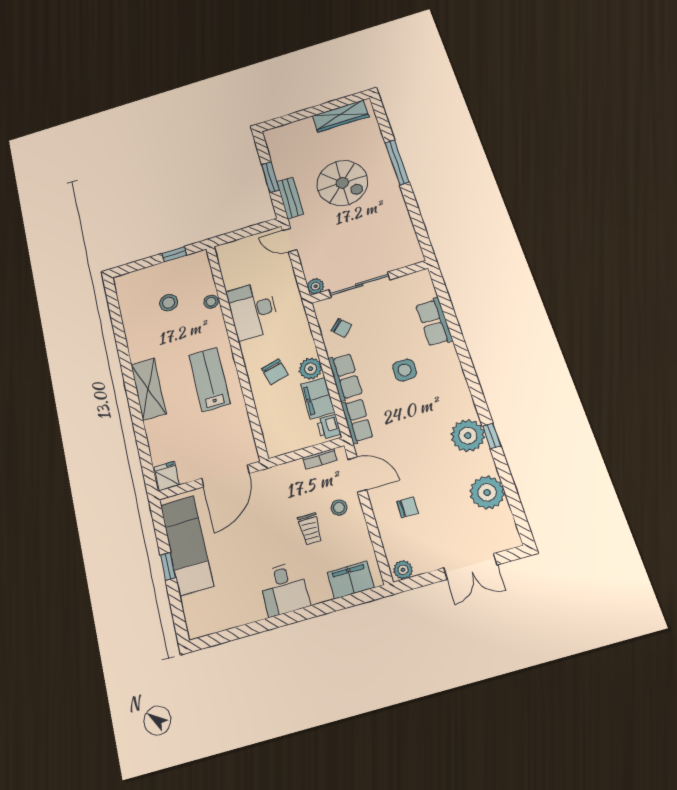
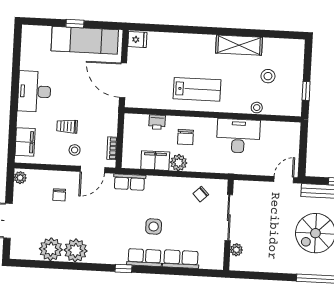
plant: (316, 286) -> (236, 250), moved
chair: (275, 372) -> (185, 137), turned -76
row of seats: (345, 377) -> (144, 258), moved, turned 180
shelving: (148, 389) -> (239, 45), moved
printer: (329, 427) -> (157, 122), moved, turned 180
plant: (468, 436) -> (76, 250), moved
window: (492, 436) -> (123, 268), moved
desk: (284, 589) -> (34, 91), width x1.37

